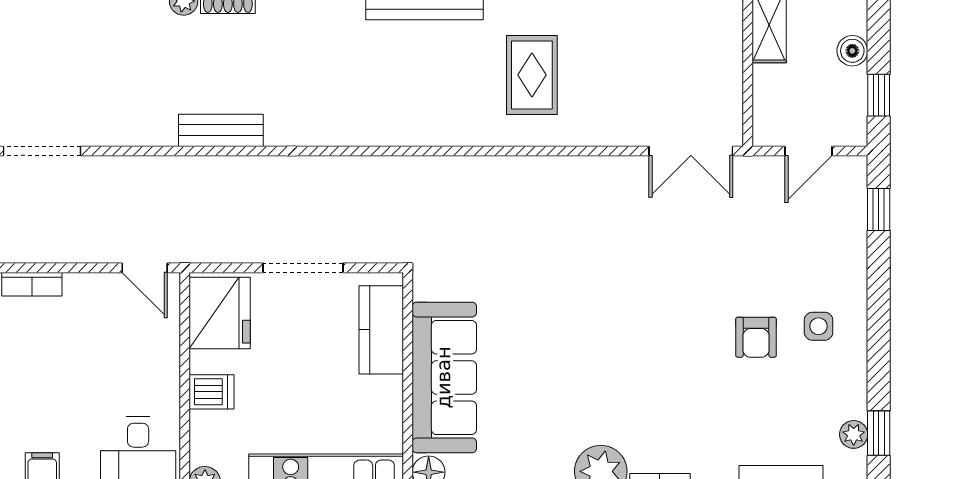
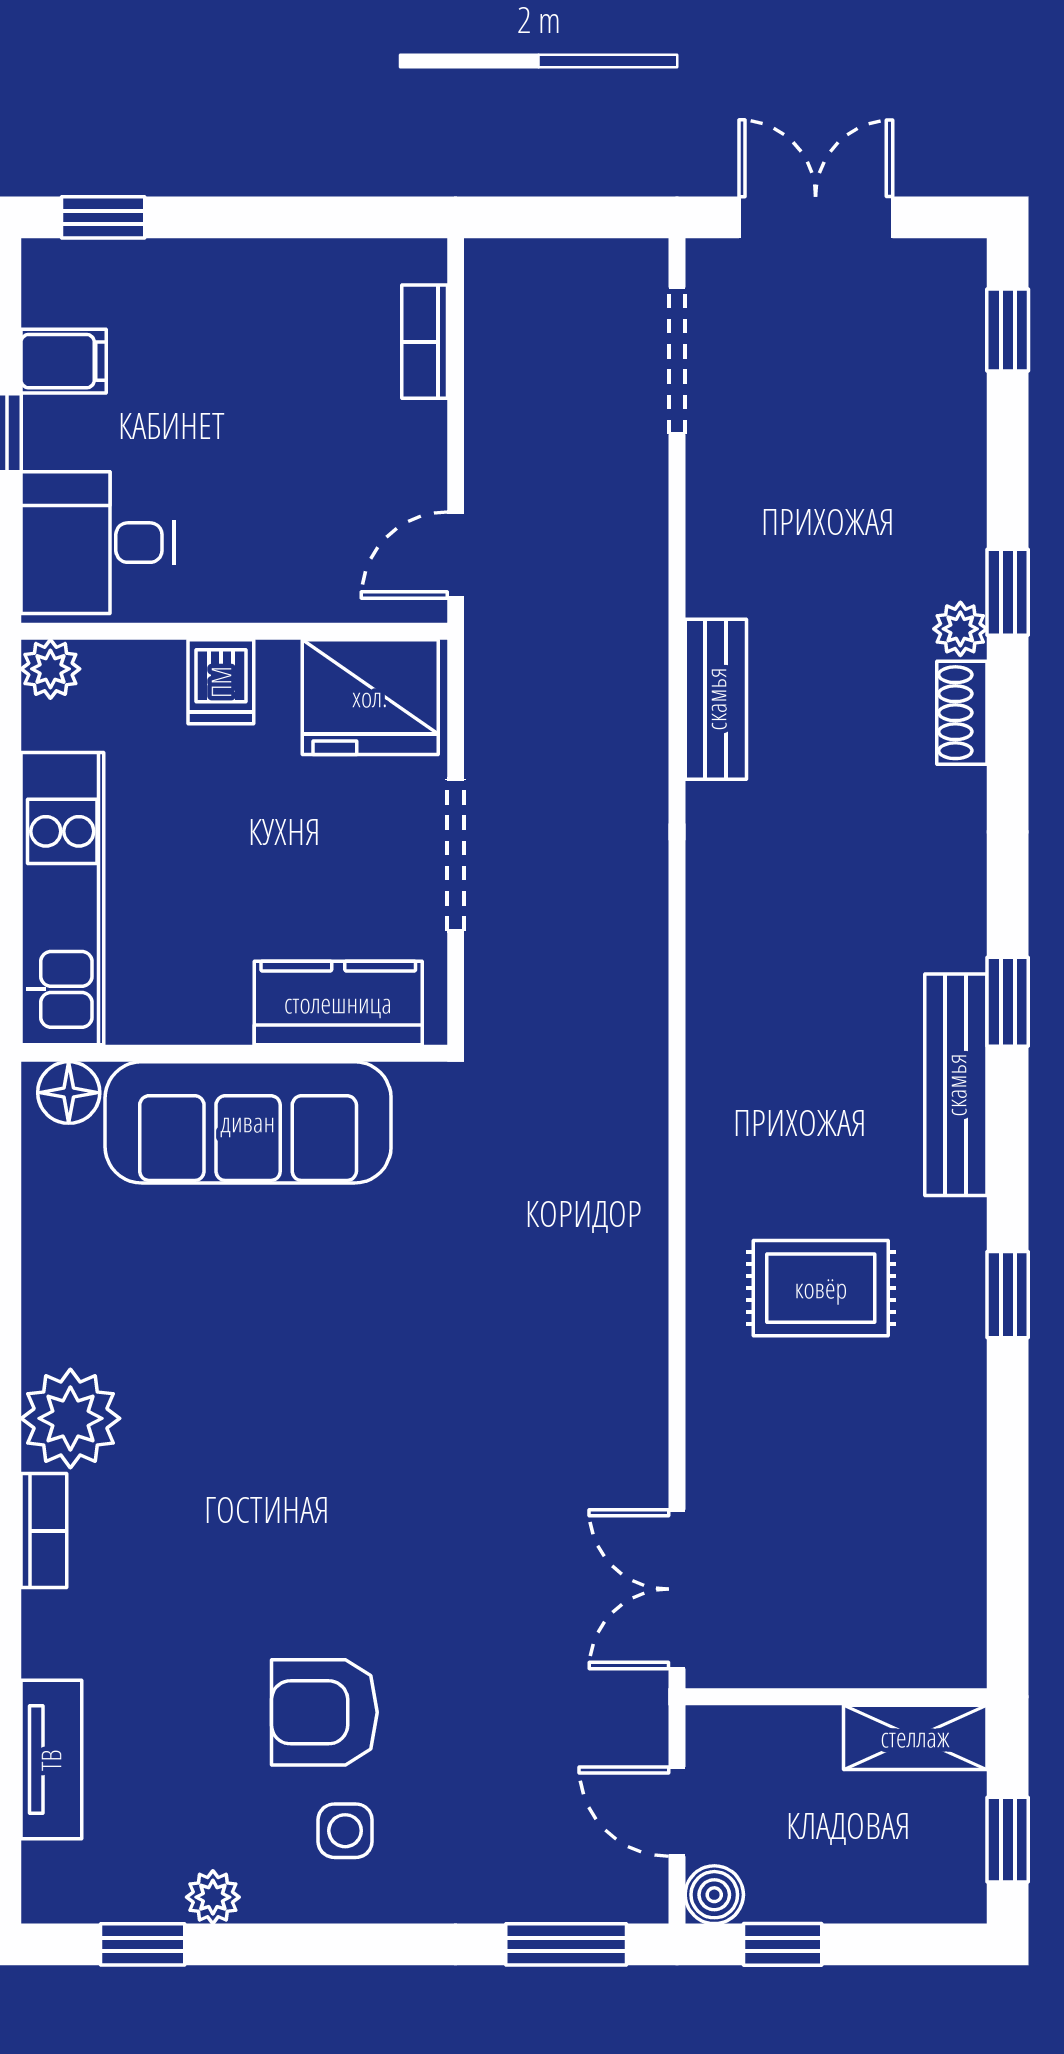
boiler: (852, 51) -> (714, 1895), moved
window: (879, 209) -> (566, 1944), width x1.50
armchair: (756, 337) -> (324, 1712), width x1.38, depth x1.38
plant: (854, 434) -> (213, 1897), moved

